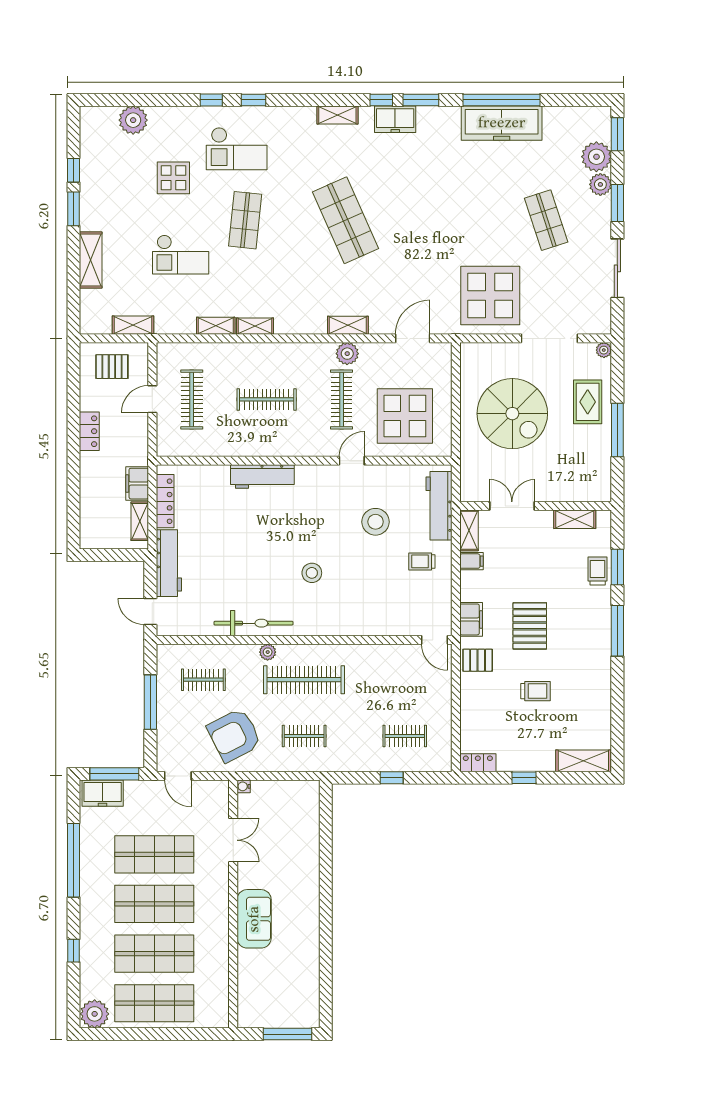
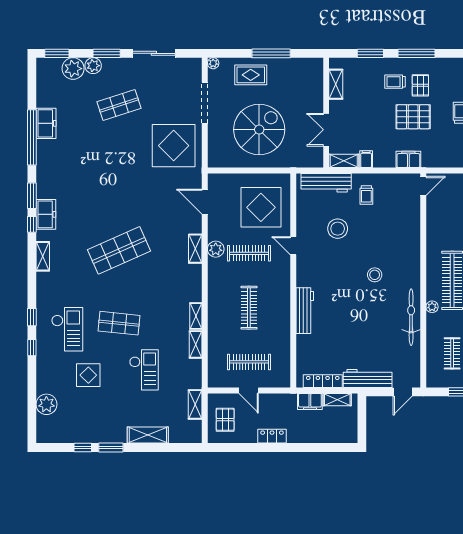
freezer: (502, 123) -> (46, 123), width x0.52, depth x0.79
trolley: (598, 571) -> (395, 82), moved
pallet: (478, 660) -> (420, 85), moved

